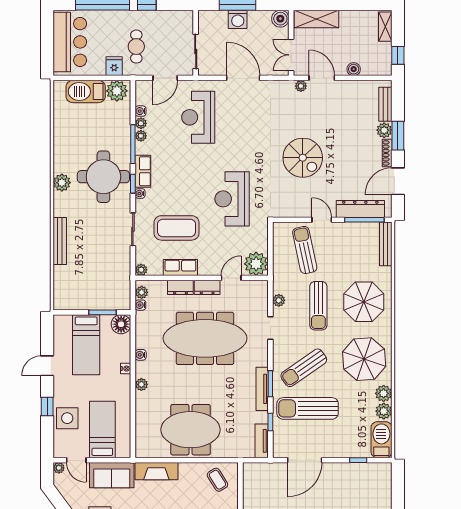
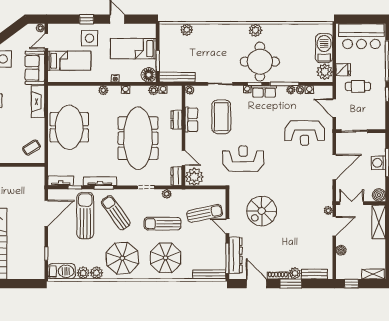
reception desk: (198, 117) -> (305, 133), turned 180
spiral stairs: (303, 158) -> (262, 211), moved
door: (322, 220) -> (227, 226), swing flipped
bench: (60, 241) -> (177, 77), moved
plant: (61, 274) -> (187, 30), added
dresser: (207, 287) -> (176, 176), moved
plant: (142, 292) -> (153, 90), moved
side table: (67, 418) -> (90, 38), moved
door: (305, 460) -> (46, 213), swing flipped

